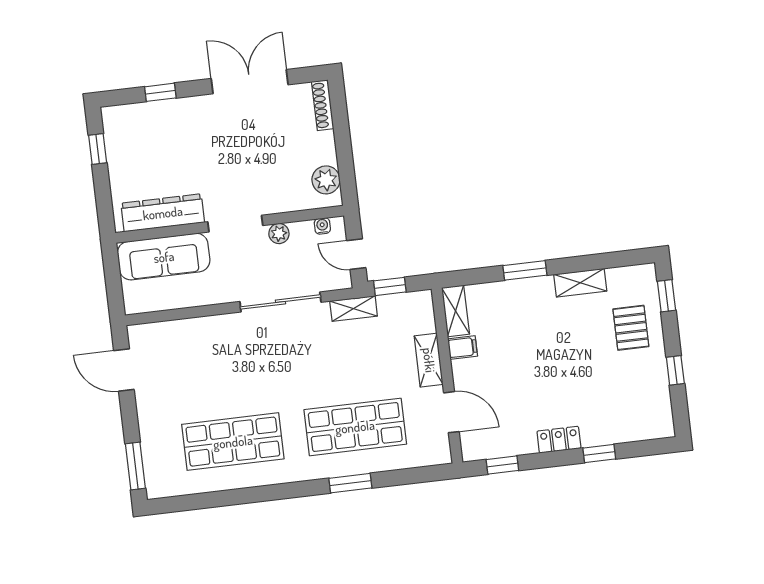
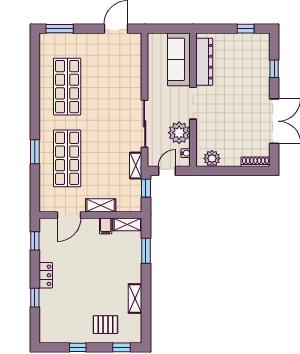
plant: (279, 234) -> (179, 133), width x1.88, depth x1.88
window: (525, 270) -> (146, 251), moved

